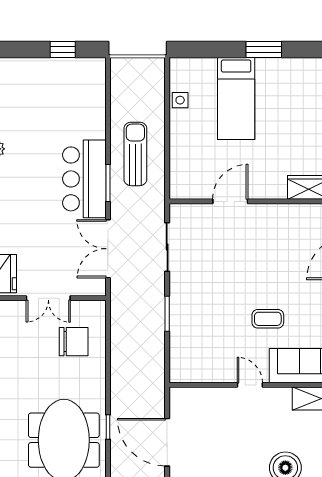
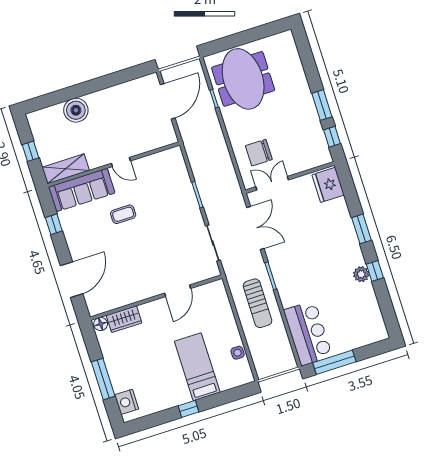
window: (63, 50) -> (334, 362), width x2.17
window: (264, 50) -> (189, 409), width x0.67
bar counter: (84, 179) -> (308, 333), moved
double door: (48, 298) -> (272, 183), moved
door: (167, 442) -> (168, 101), hinge flipped

